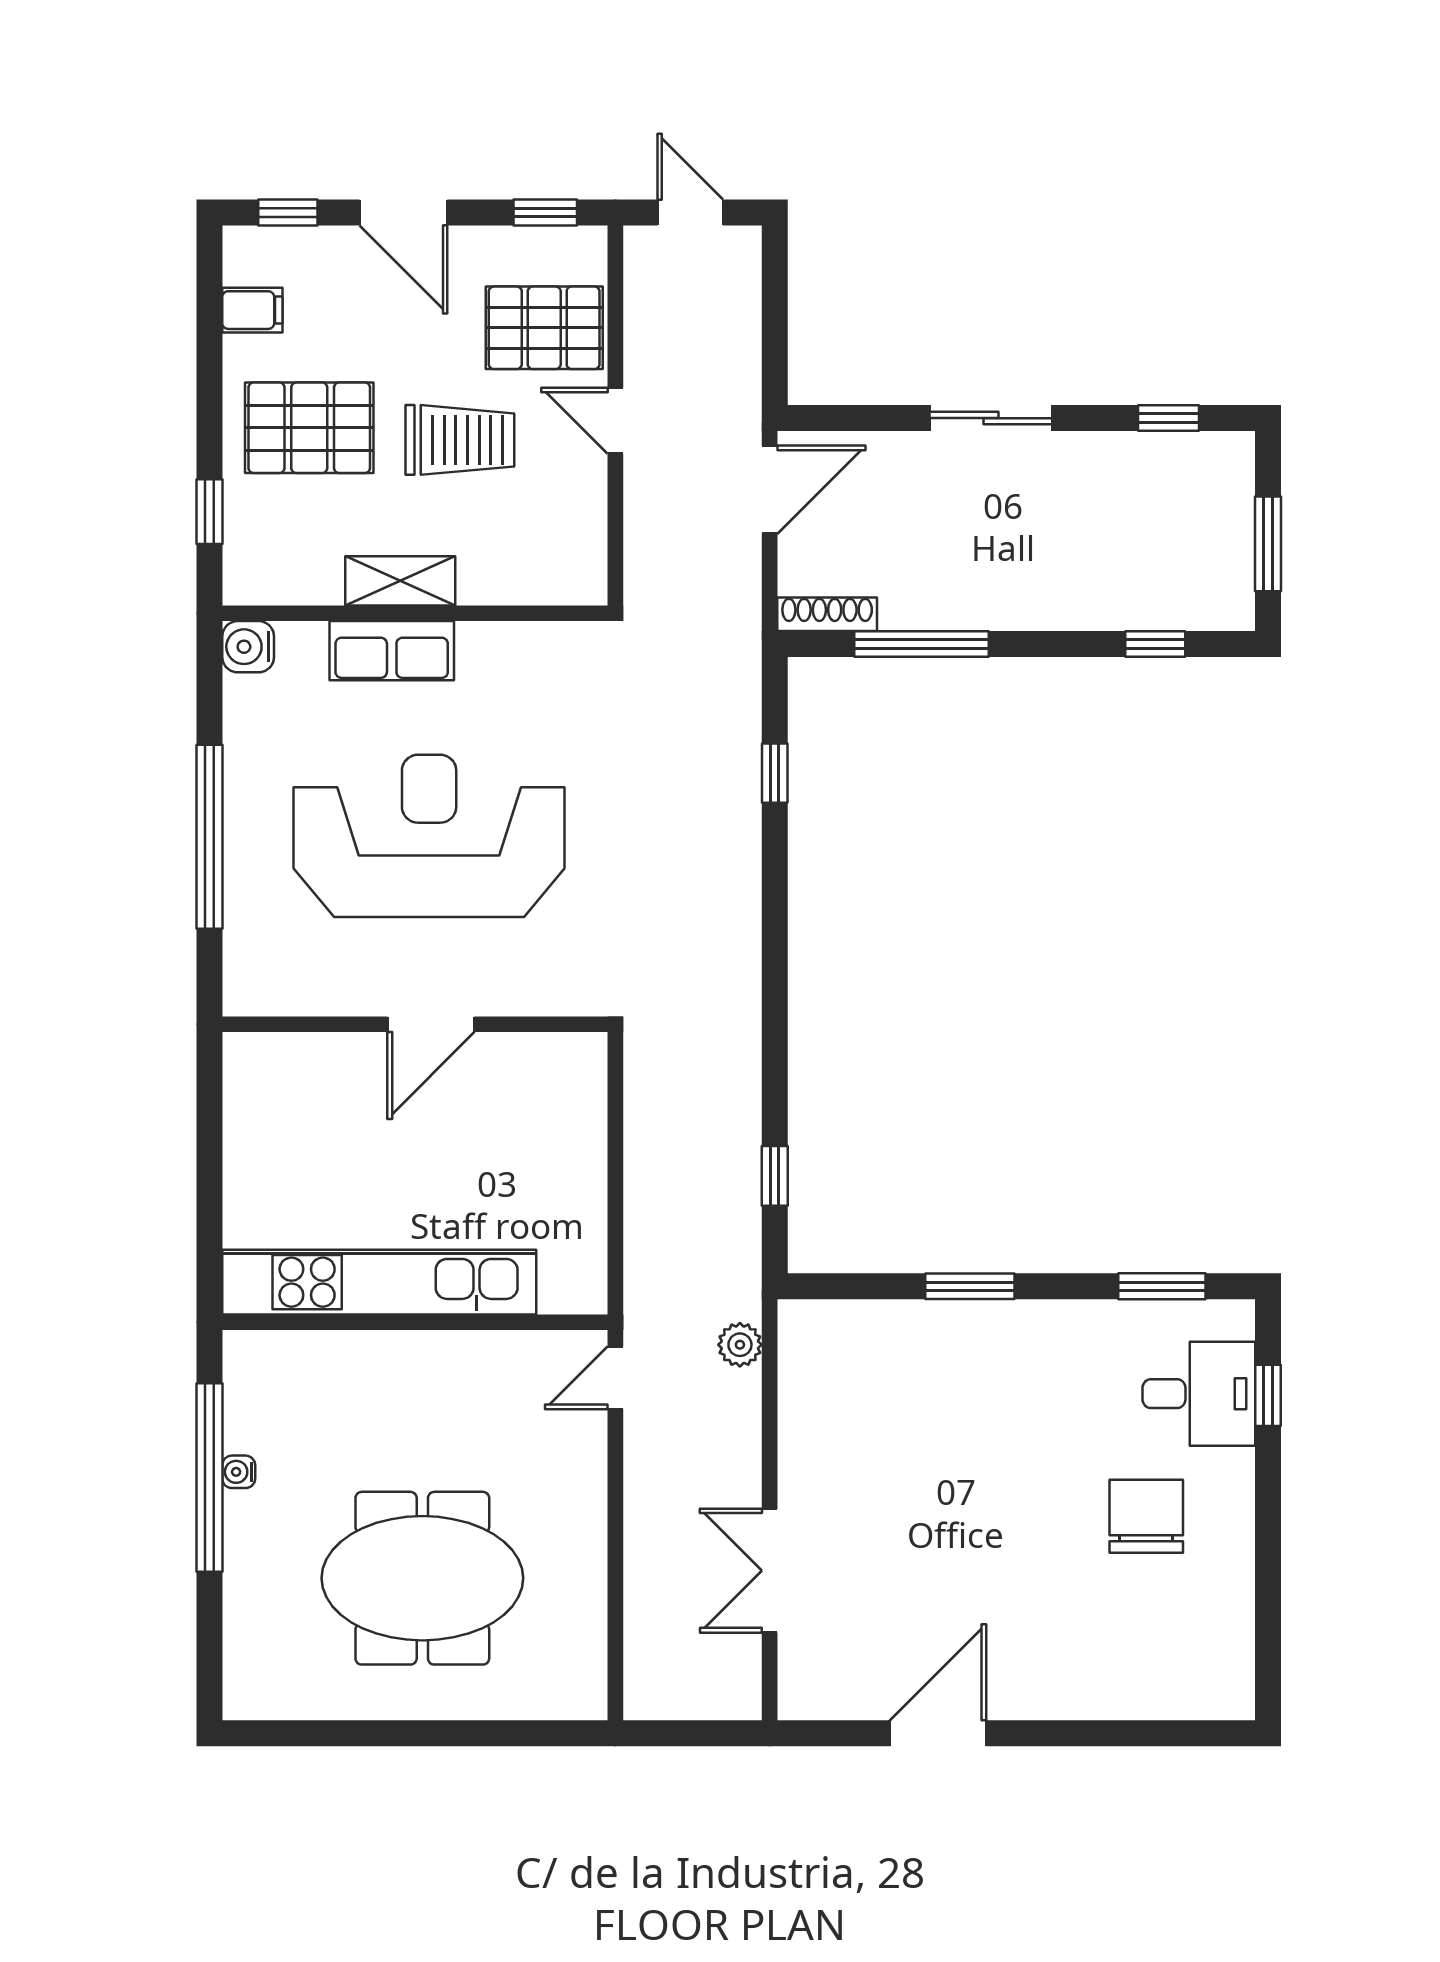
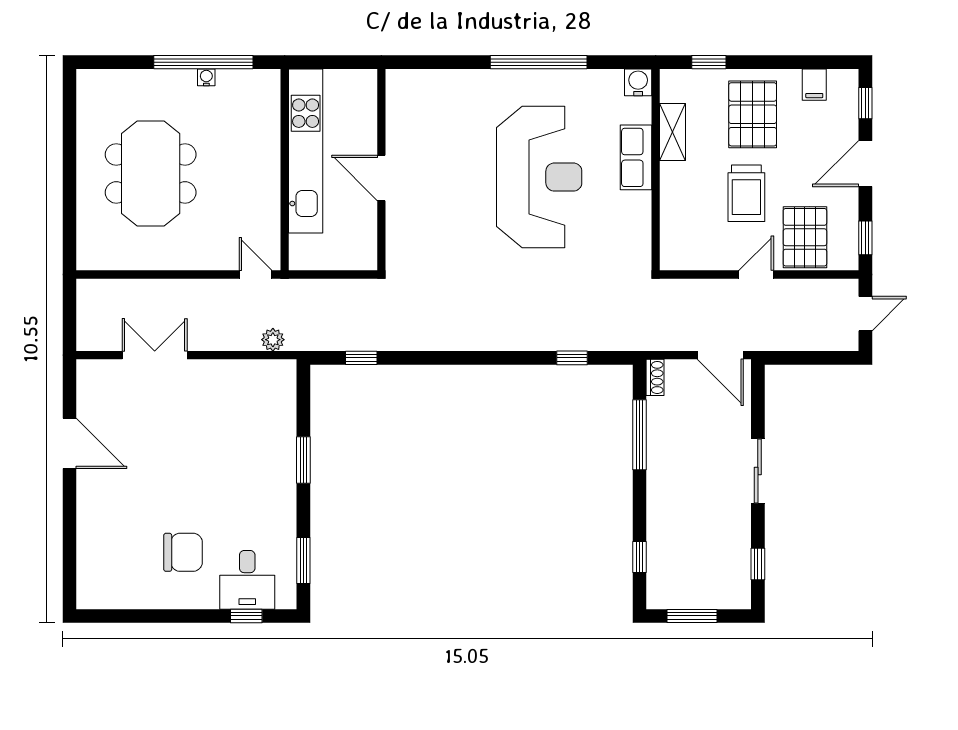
shelving: (400, 581) -> (673, 132), moved
shoe rack: (827, 614) -> (655, 377), width x0.70
wall: (415, 1024) -> (381, 170), moved
door: (431, 1024) -> (381, 178), moved

